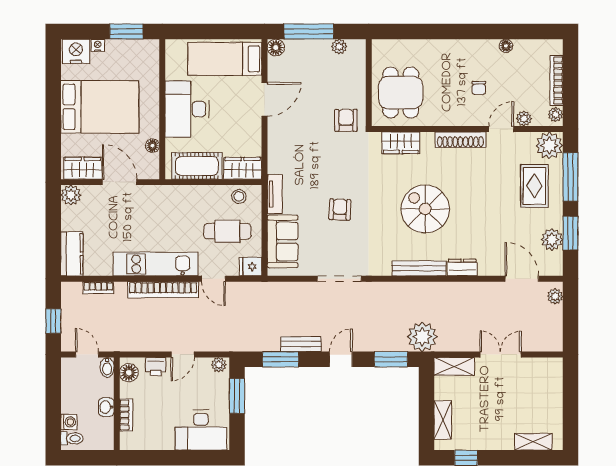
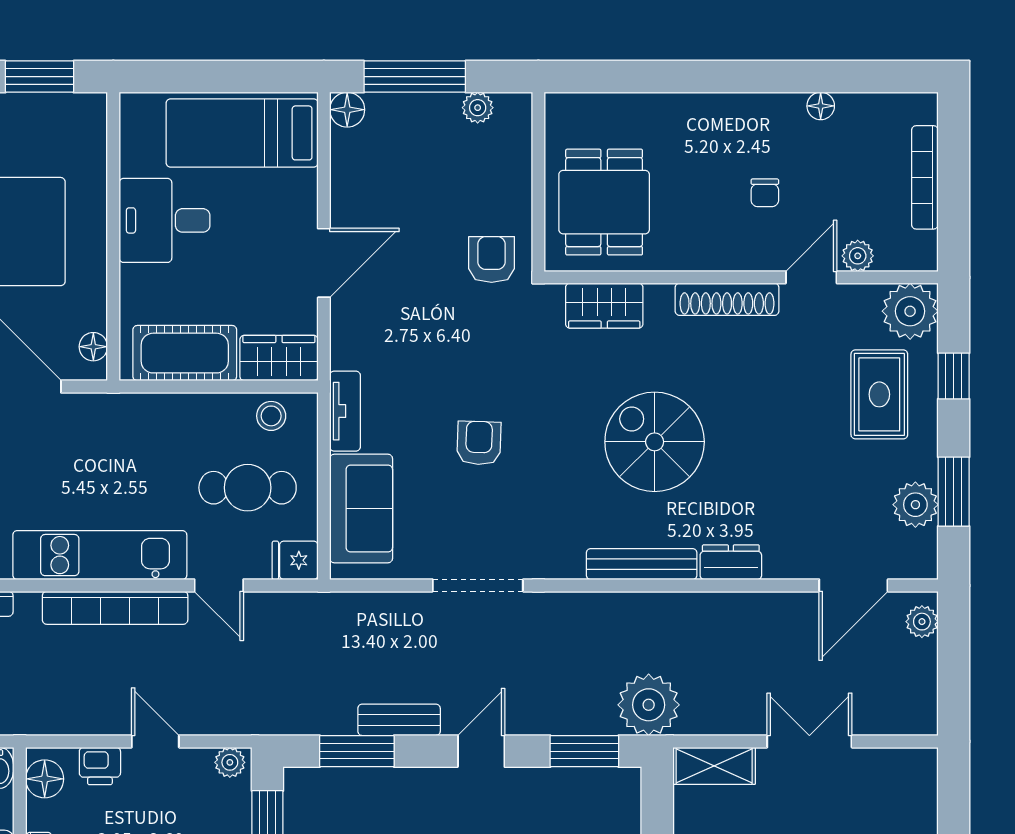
door: (265, 99) -> (324, 263), moved
desk: (187, 109) -> (165, 220), width x0.73
plant: (556, 114) -> (923, 247), removed
floor lamp: (152, 146) -> (93, 347), moved
window: (571, 177) -> (954, 376), width x0.46
door: (522, 279) -> (853, 585), swing flipped
door: (183, 355) -> (155, 741), swing flipped

